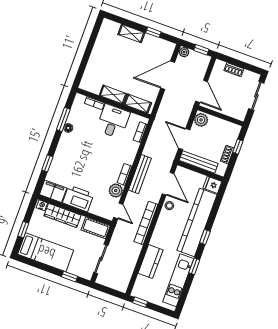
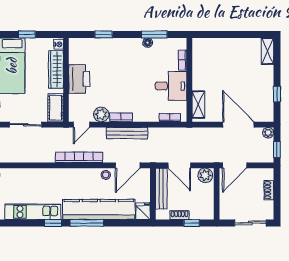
shelving: (131, 34) -> (268, 51), moved
shelving: (113, 95) -> (198, 76), removed
door: (184, 139) -> (179, 165), swing flipped
filing cabinet: (53, 191) -> (77, 51), removed
window: (205, 237) -> (87, 223), width x2.17
kitchen counter: (150, 262) -> (42, 176), removed

